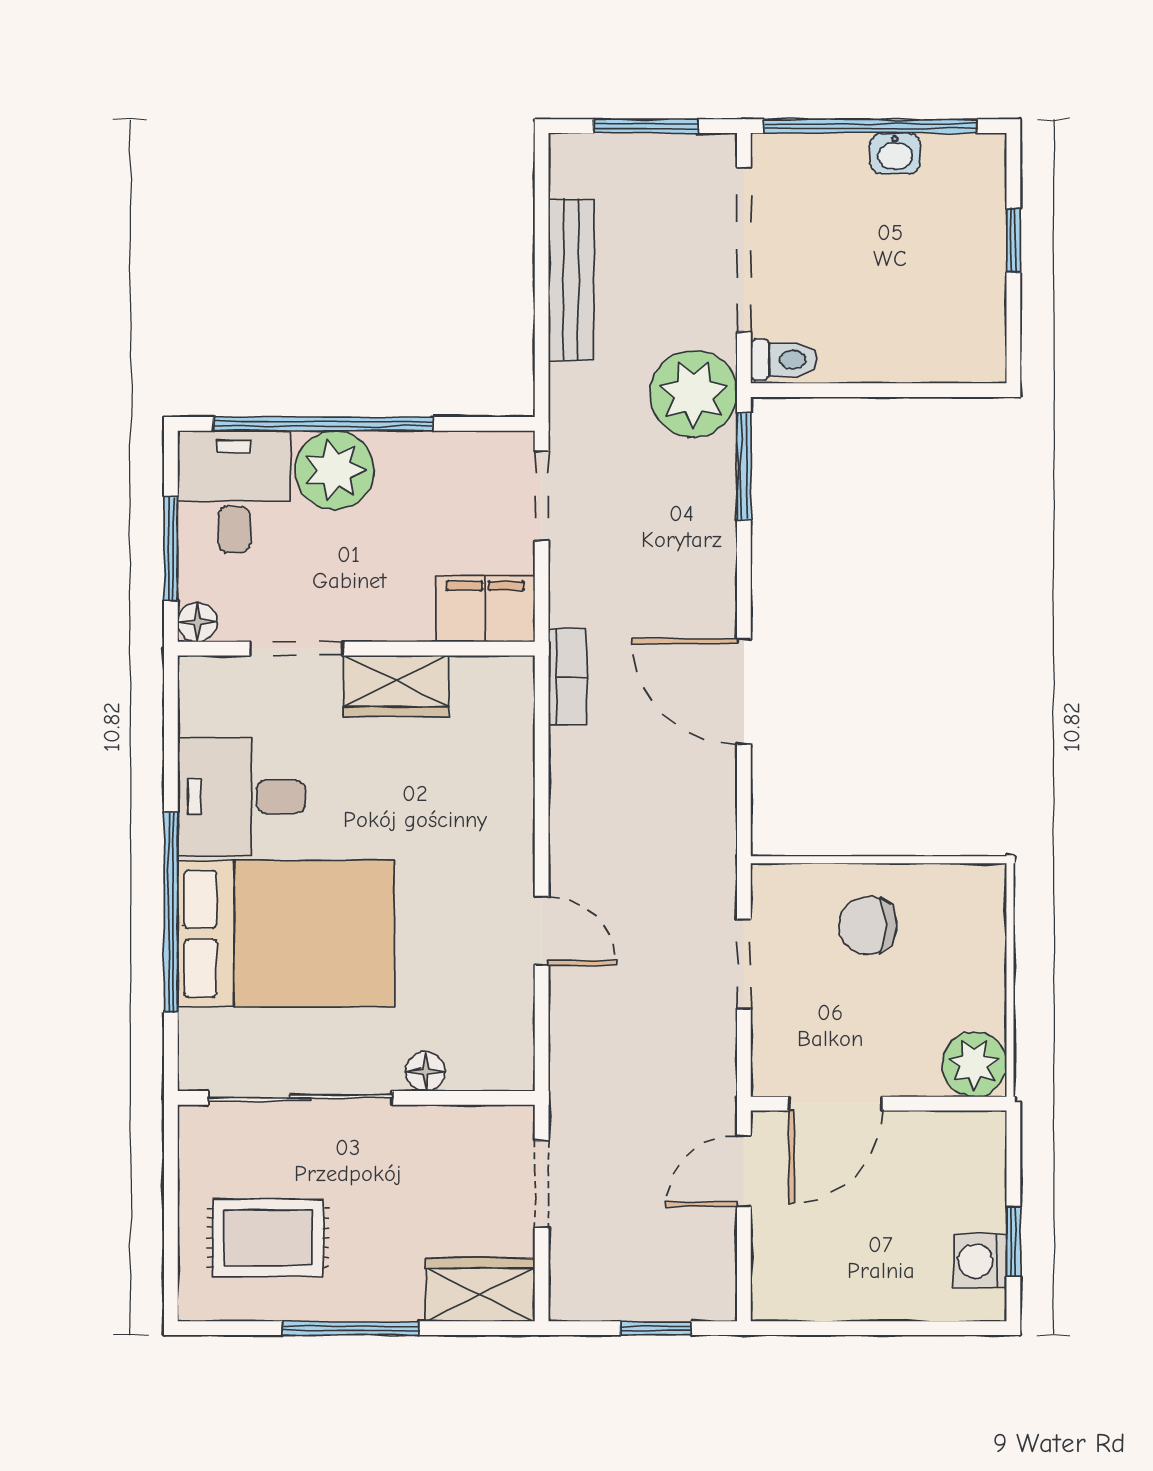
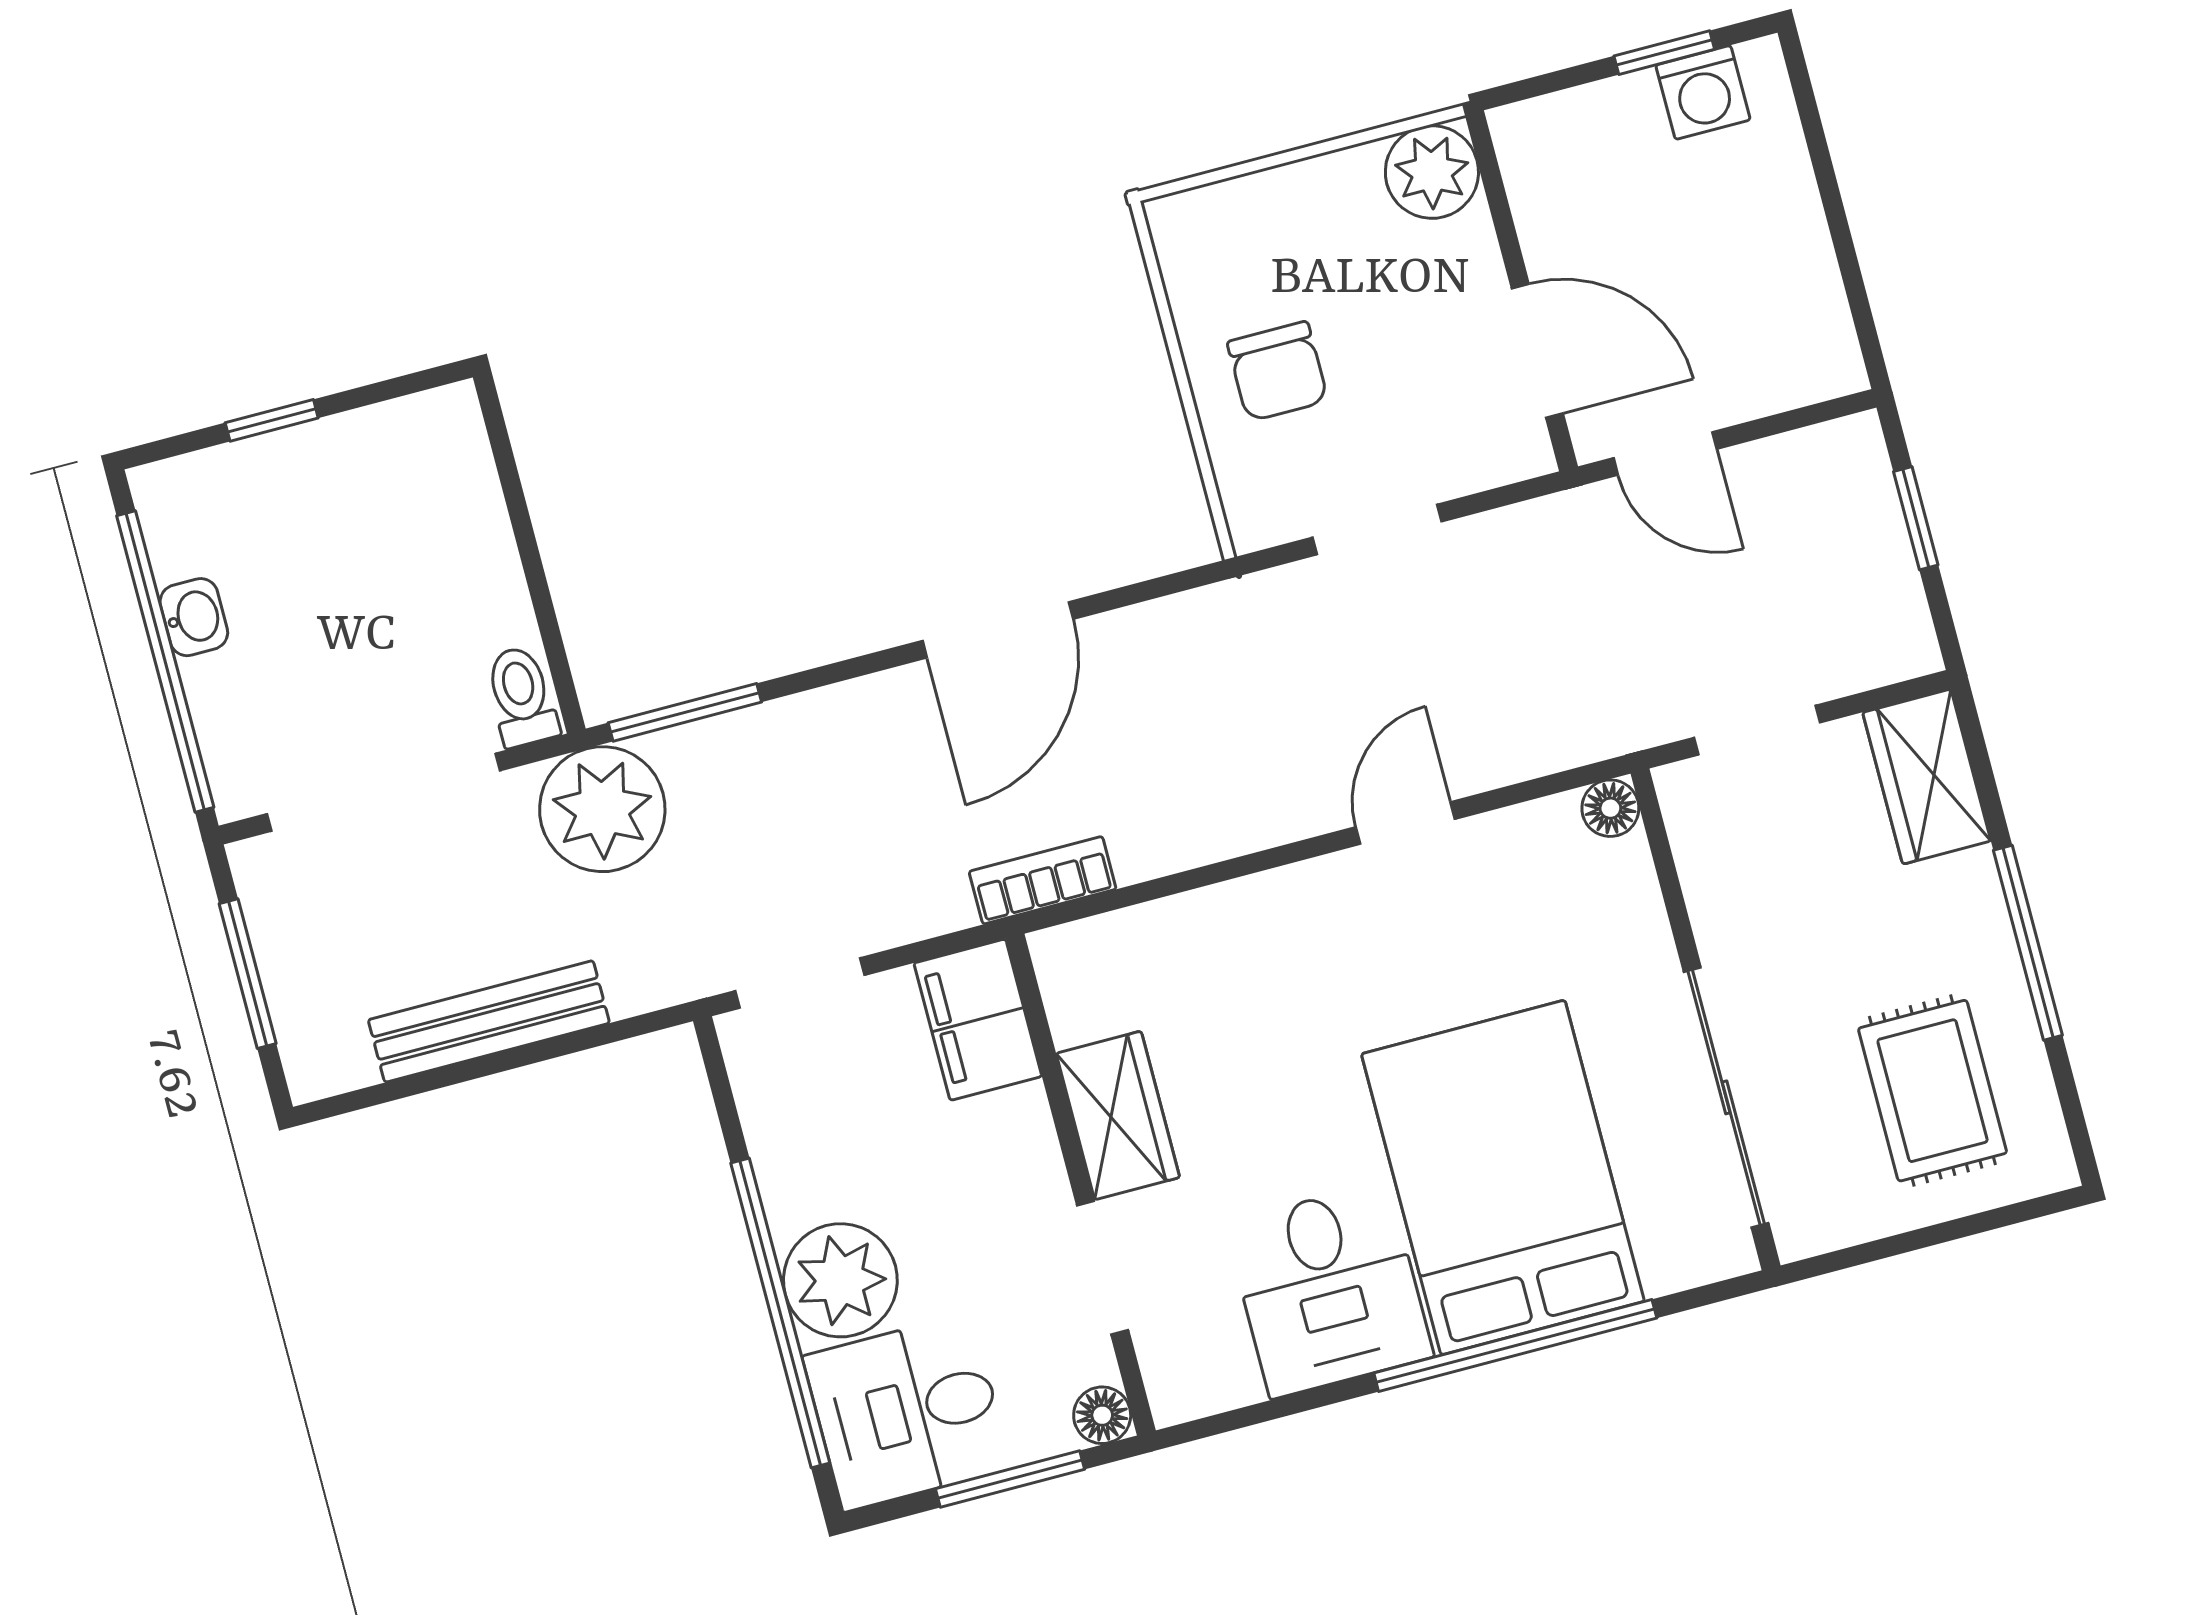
floor lamp: (425, 1071) -> (1610, 808), moved

